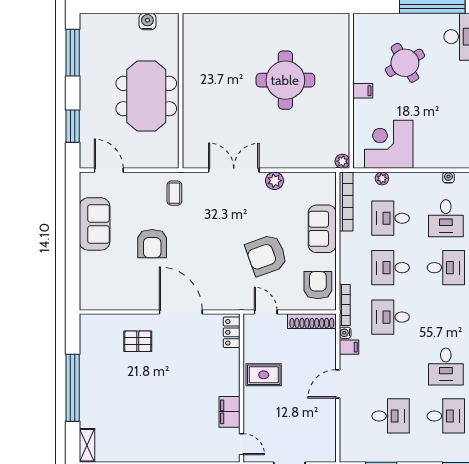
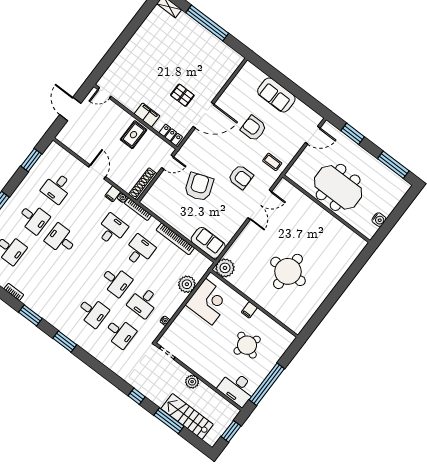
round table: (405, 63) -> (247, 345), turned -38
plant: (342, 161) -> (225, 268), width x1.88, depth x1.88
plant: (382, 178) -> (187, 284), width x1.88, depth x1.88
plant: (274, 181) -> (237, 223), removed
bookcase: (346, 201) -> (175, 239), moved
desk: (391, 218) -> (167, 271), removed
desk: (446, 218) -> (143, 302), turned -90
sofa: (95, 224) -> (276, 95), moved
sofa: (322, 229) -> (208, 243), moved
desk: (446, 268) -> (116, 281), turned -90
armchair: (318, 285) -> (241, 177), moved
pallet: (138, 341) -> (182, 95), moved, turned 90
filing cabinet: (229, 412) -> (147, 115), moved
desk: (446, 416) -> (34, 218), turned -90

